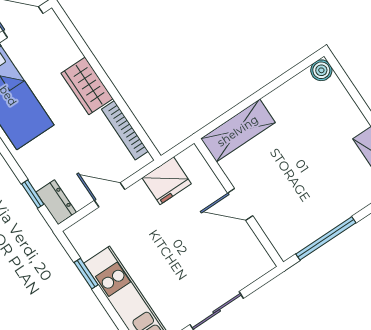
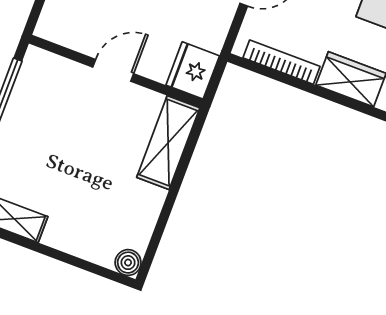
fridge: (167, 181) -> (193, 70), moved

